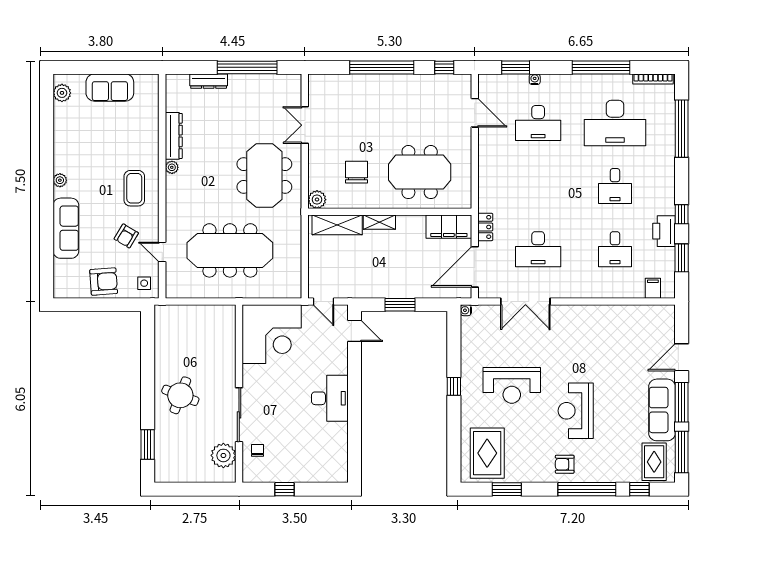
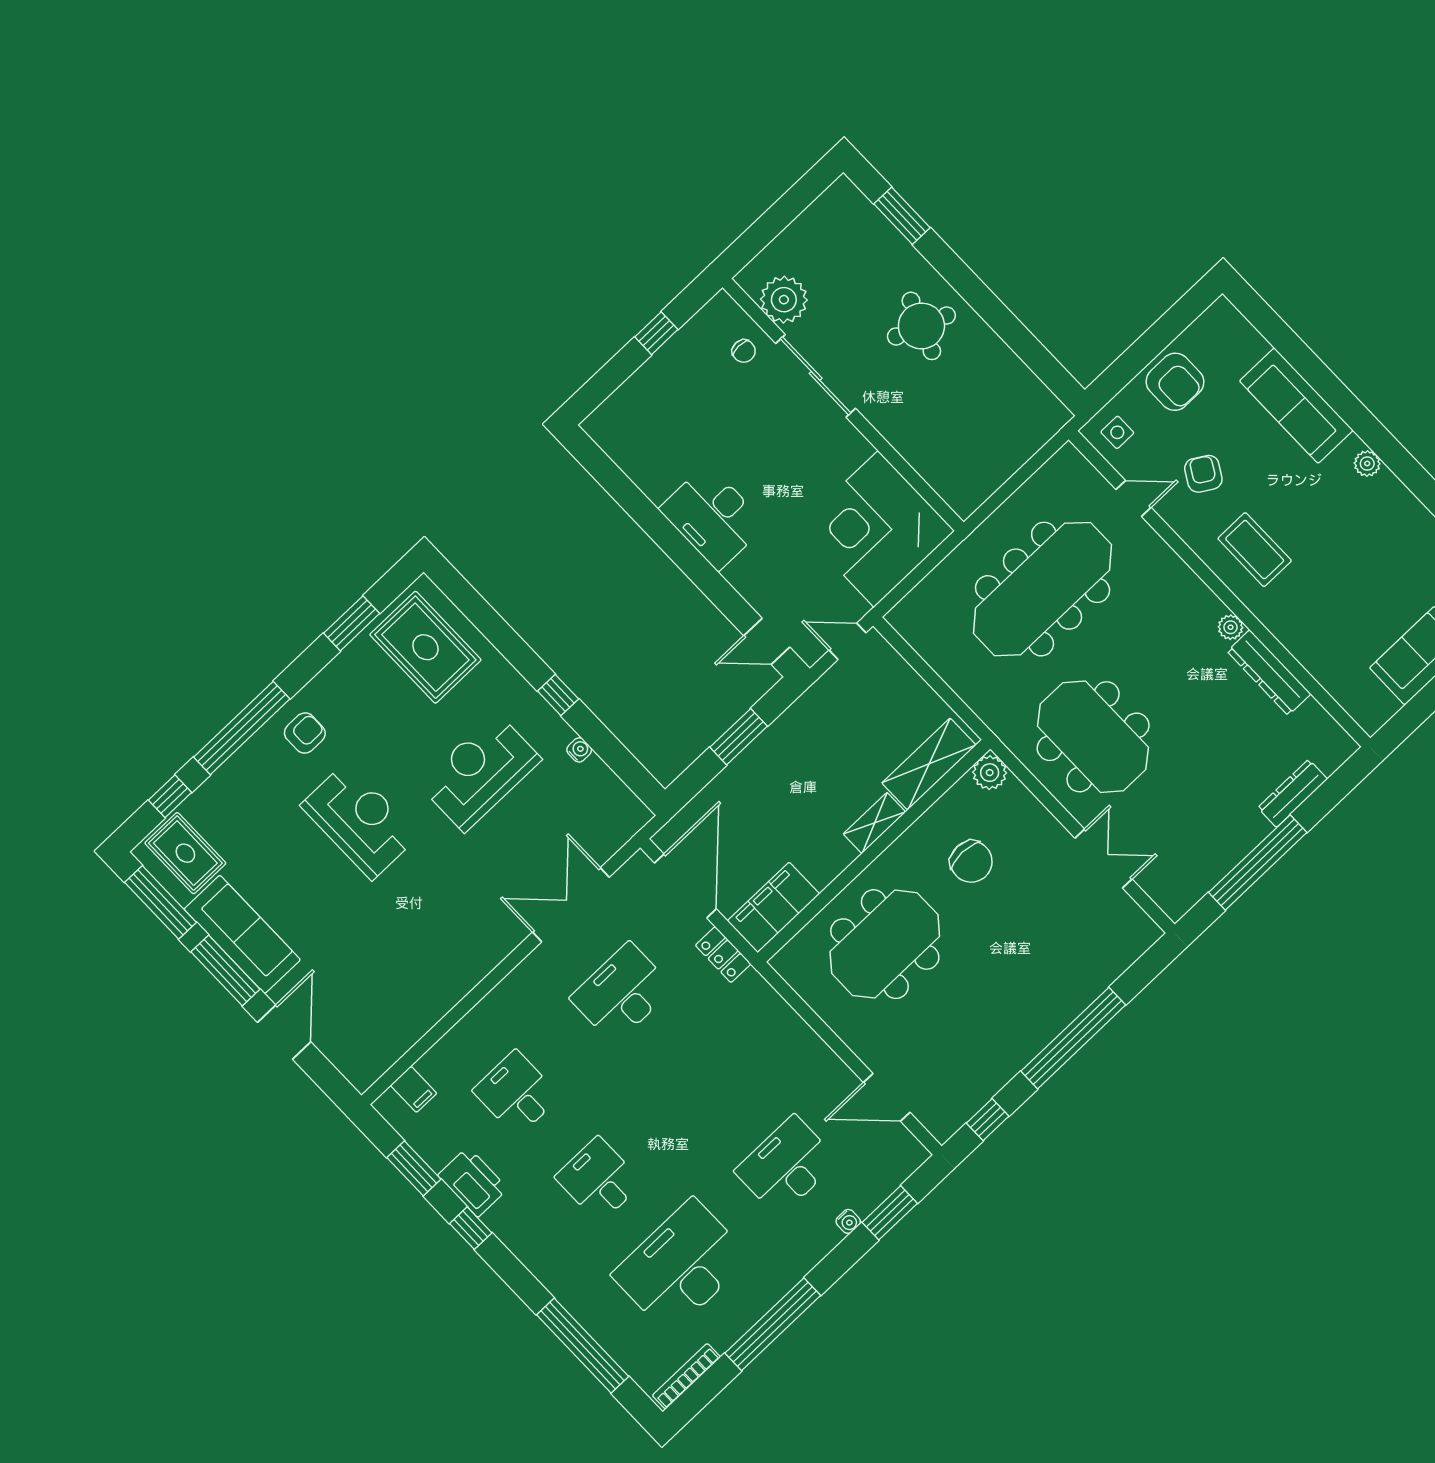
armchair: (104, 282) -> (1175, 382), turned -86
water cooler: (466, 310) -> (579, 750), moved

